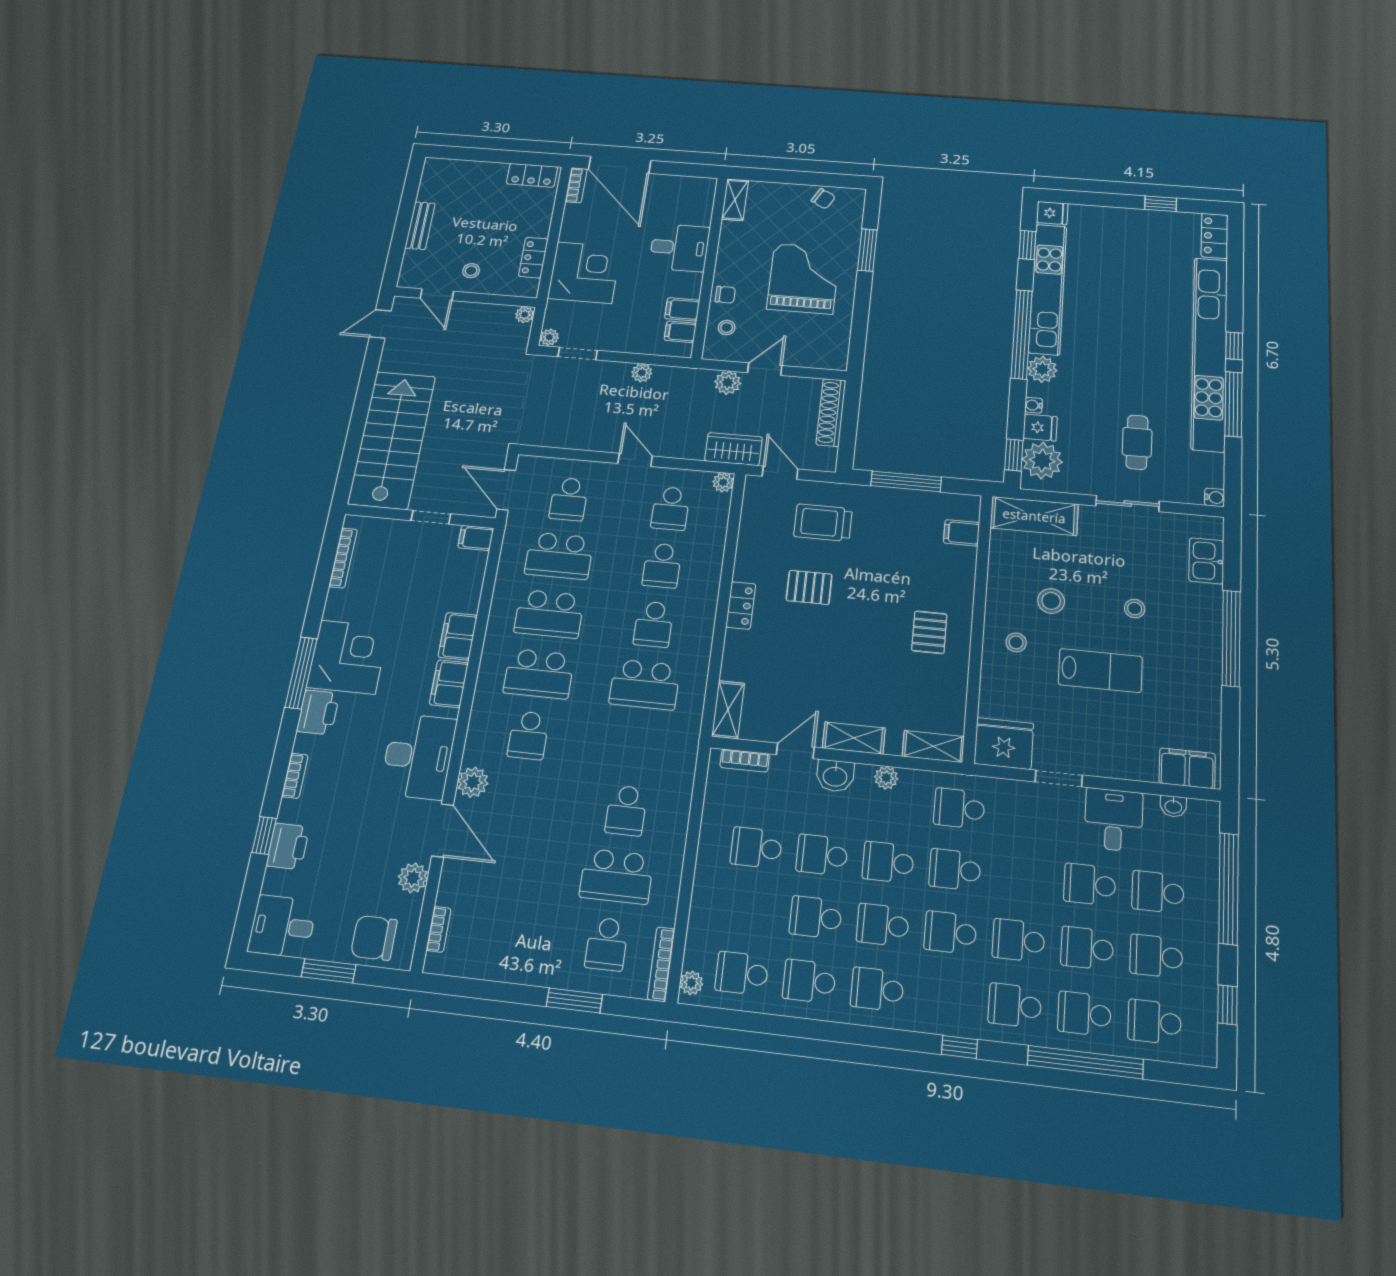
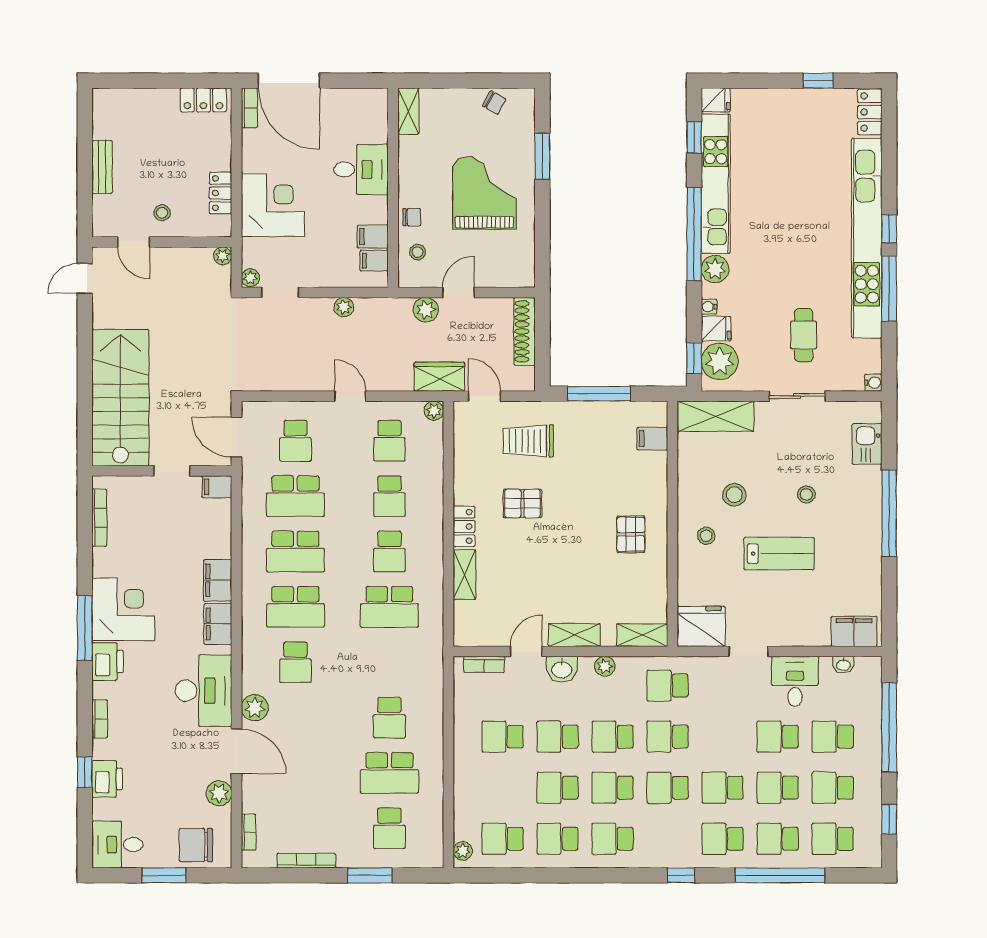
shelving: (728, 710) -> (464, 575), moved
bookcase: (661, 964) -> (306, 861), moved, turned 90

